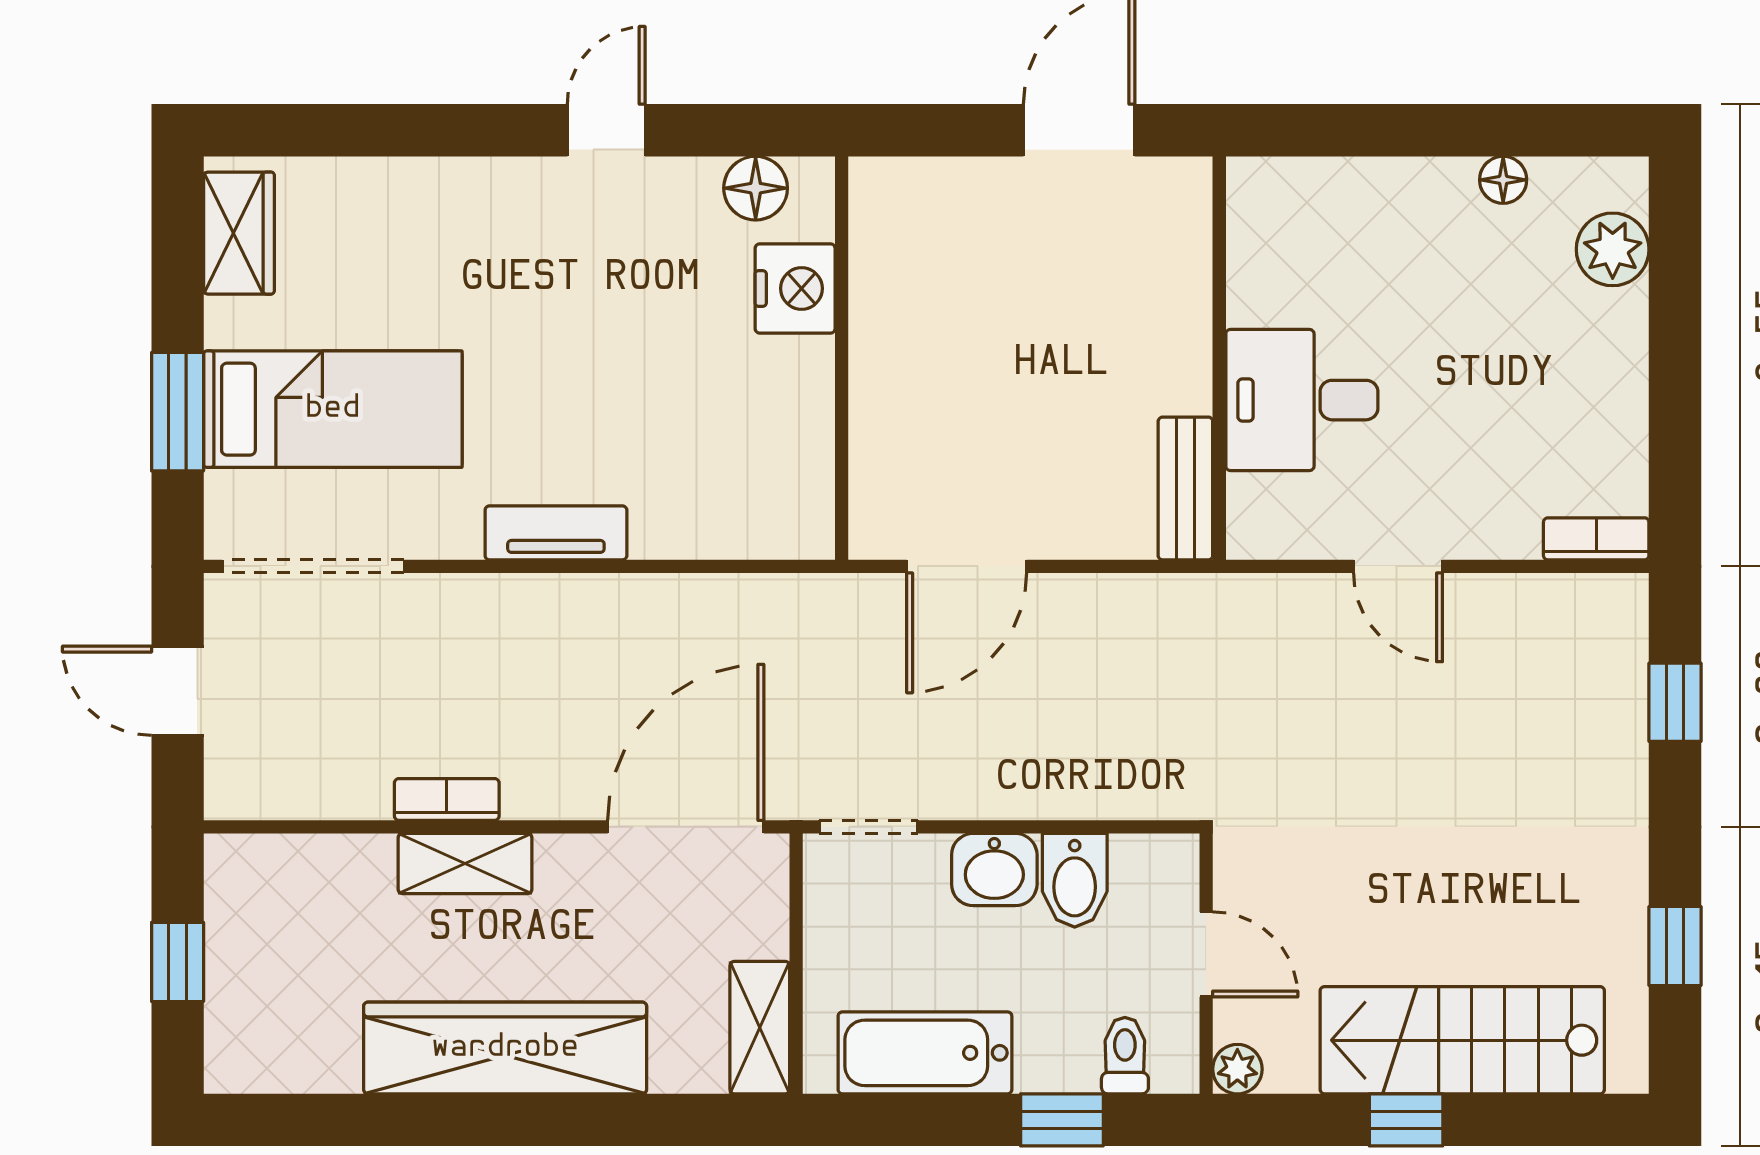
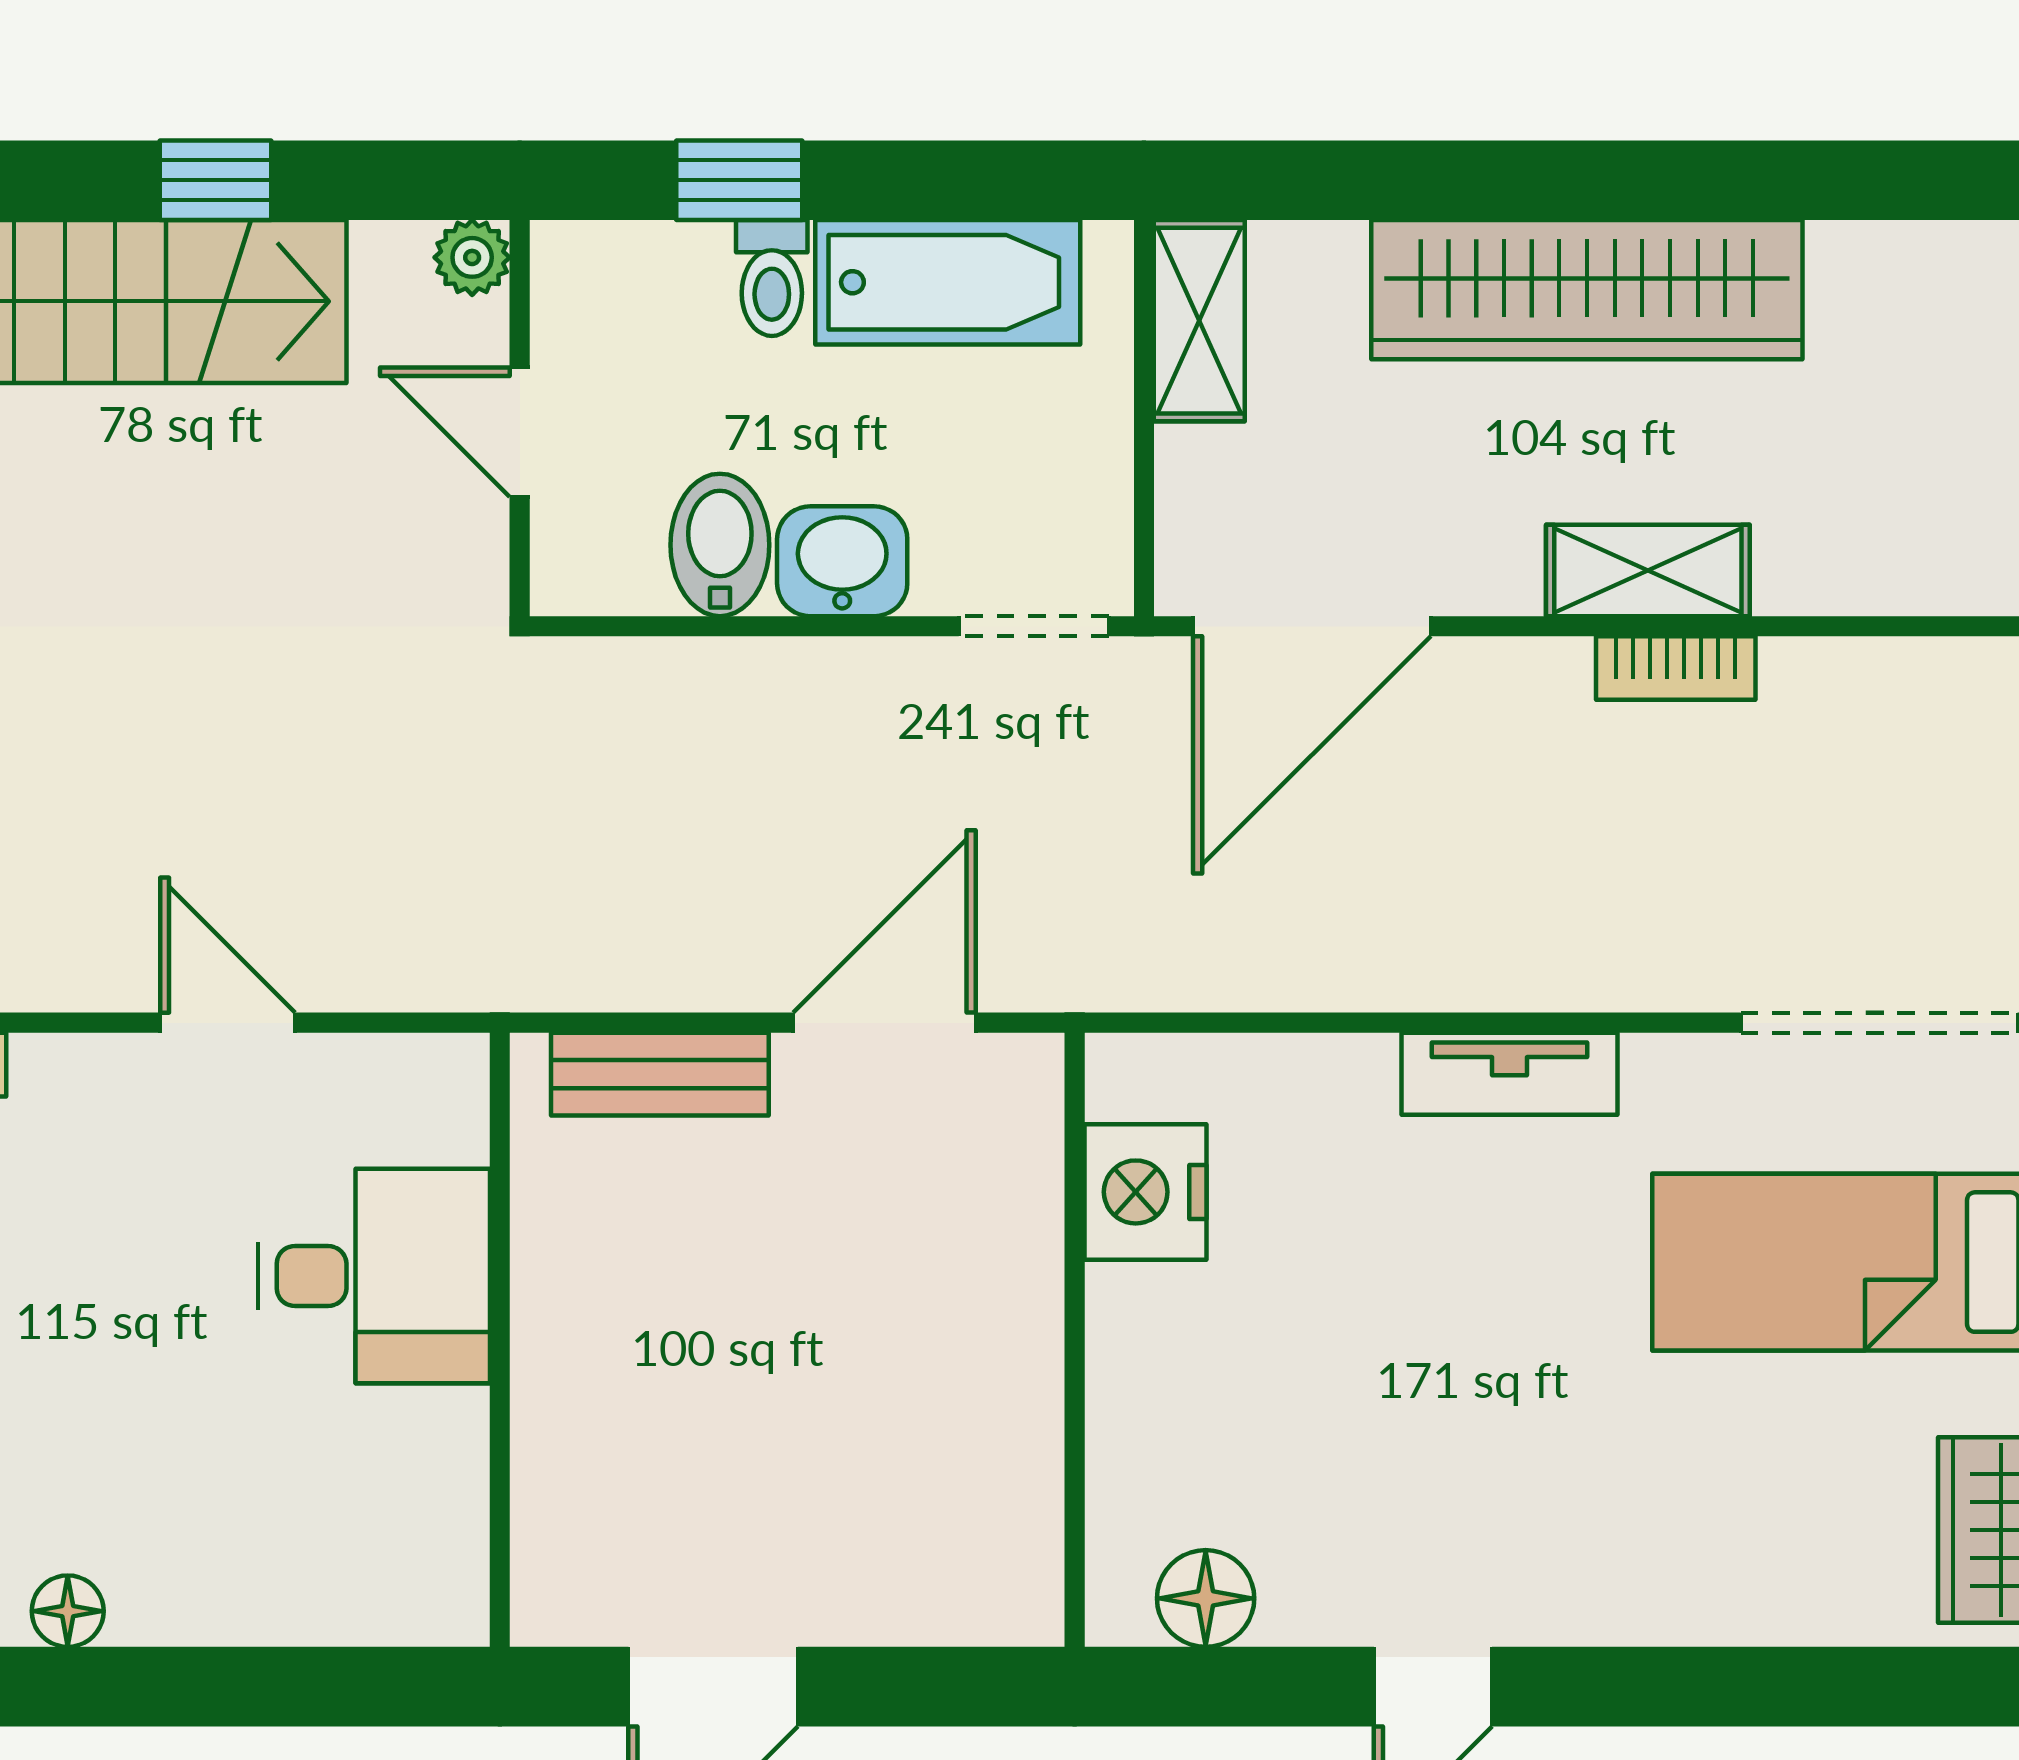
nightstand: (795, 288) -> (1145, 1192), moved
bench: (1185, 488) -> (660, 1074), moved, turned 90
toilet: (1125, 1056) -> (772, 278), moved

